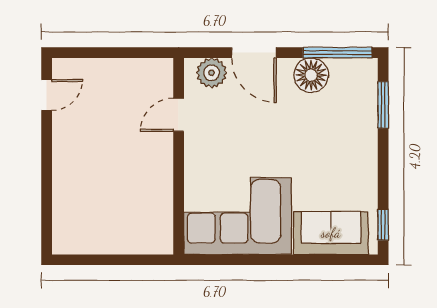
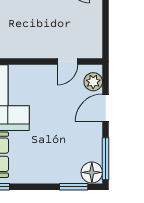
floor lamp: (311, 75) -> (92, 172), moved
door: (179, 115) -> (68, 62), swing flipped

